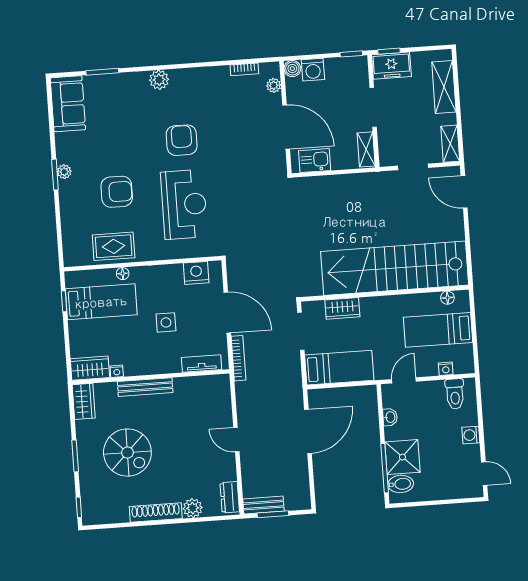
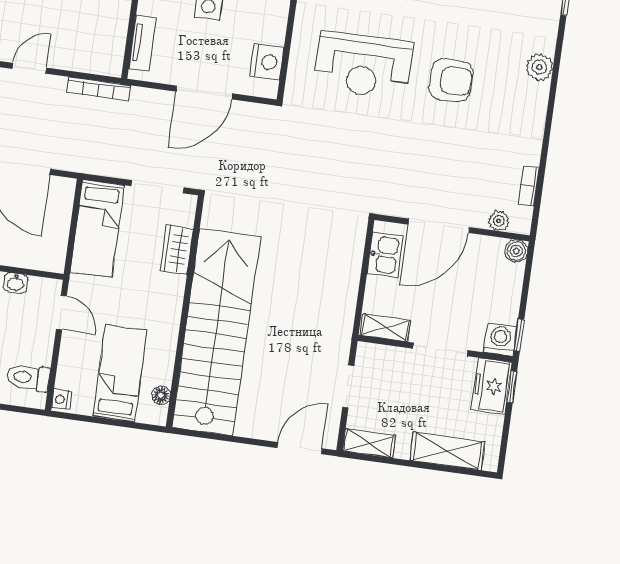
washing machine: (313, 70) -> (500, 340), moved, turned 90
bookcase: (238, 358) -> (99, 89), moved
nightstand: (446, 369) -> (61, 400), moved

